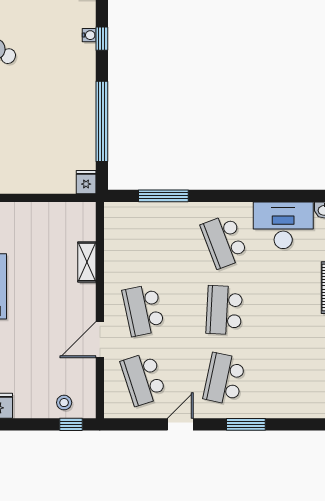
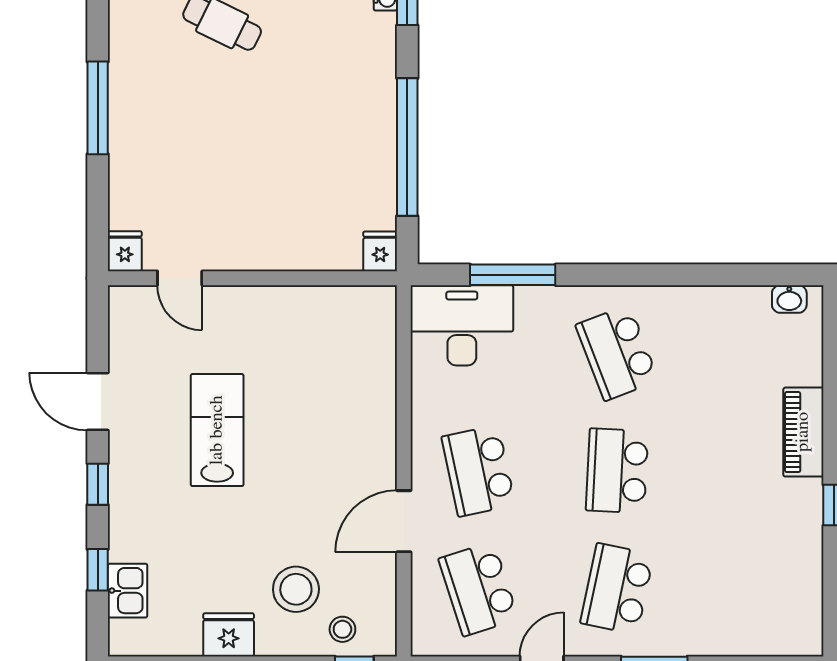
desk: (283, 225) -> (462, 325), moved
shelving: (87, 262) -> (381, 388), removed
stool: (37, 379) -> (296, 589), added

